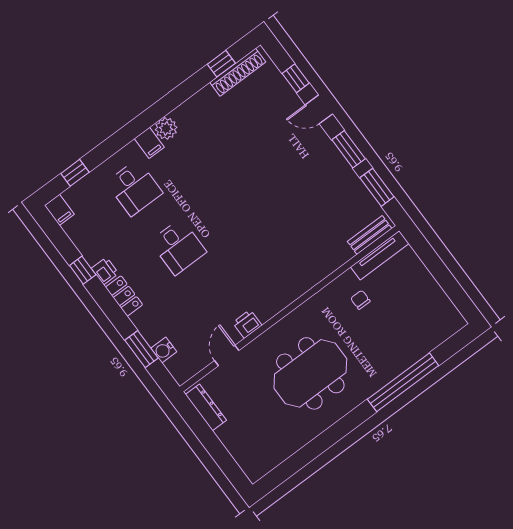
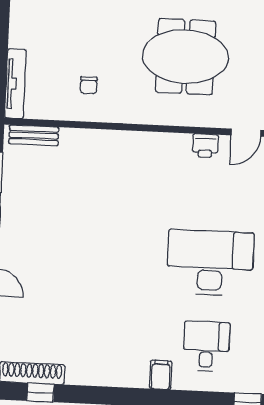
plant: (166, 128) -> (136, 375), removed
desk: (178, 247) -> (210, 263), width x1.87, depth x1.30
tv unit: (380, 255) -> (15, 84), moved, turned 90

